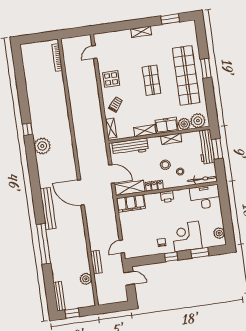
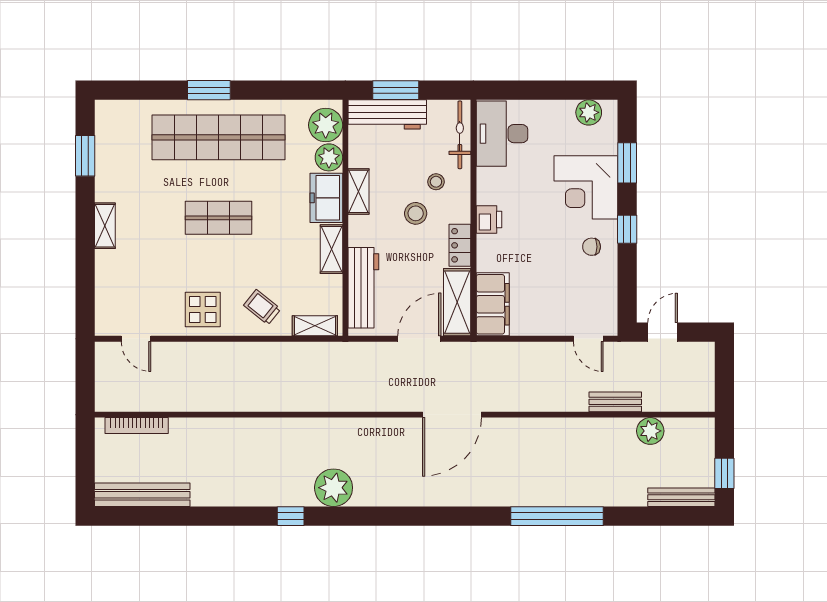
bench: (48, 209) -> (142, 495), moved

